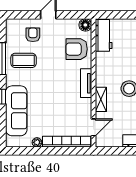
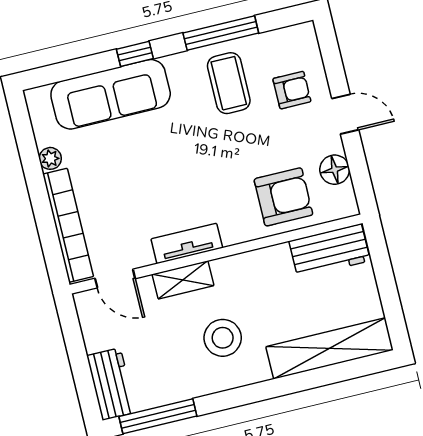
floor lamp: (85, 25) -> (335, 170), moved
armchair: (77, 49) -> (283, 197), turned 90
tv unit: (86, 83) -> (187, 243), moved

